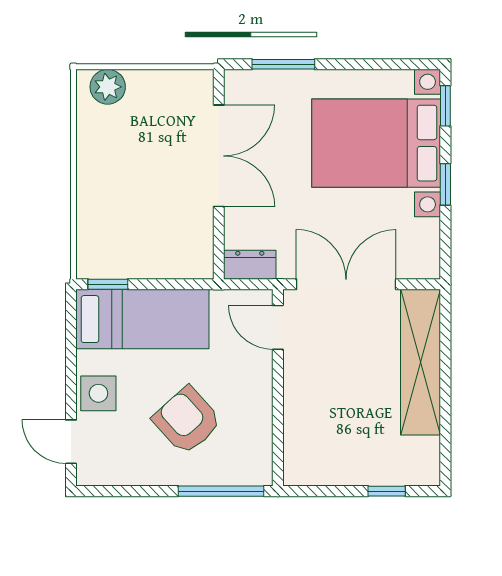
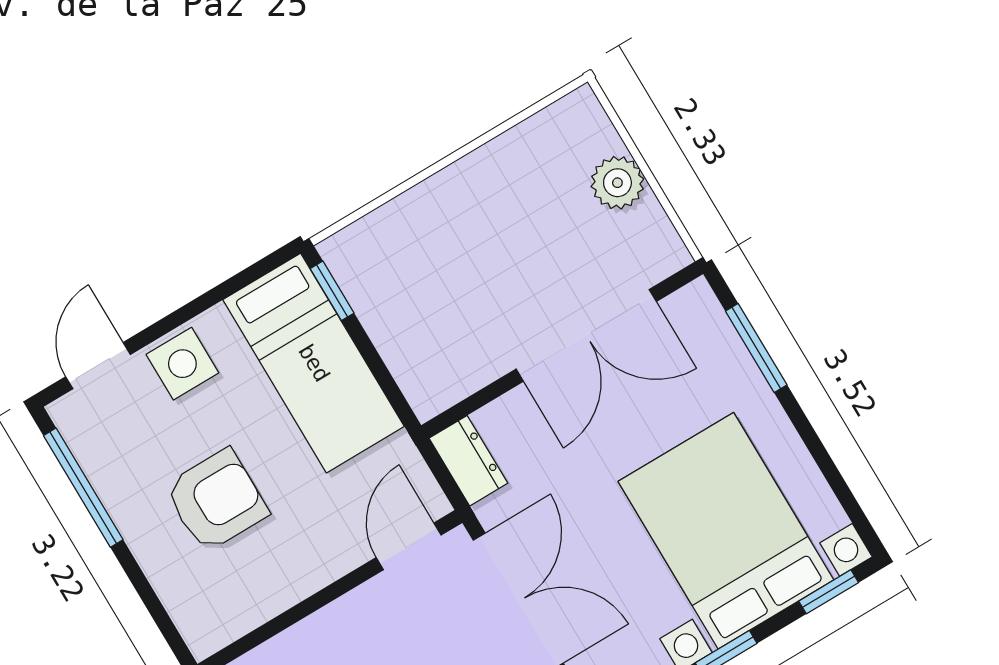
plant: (108, 87) -> (617, 183), moved
armchair: (187, 420) -> (216, 500), turned 42
window: (221, 491) -> (83, 488), moved

